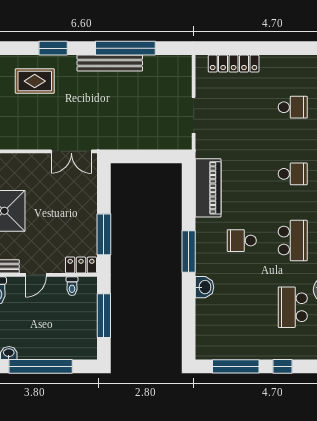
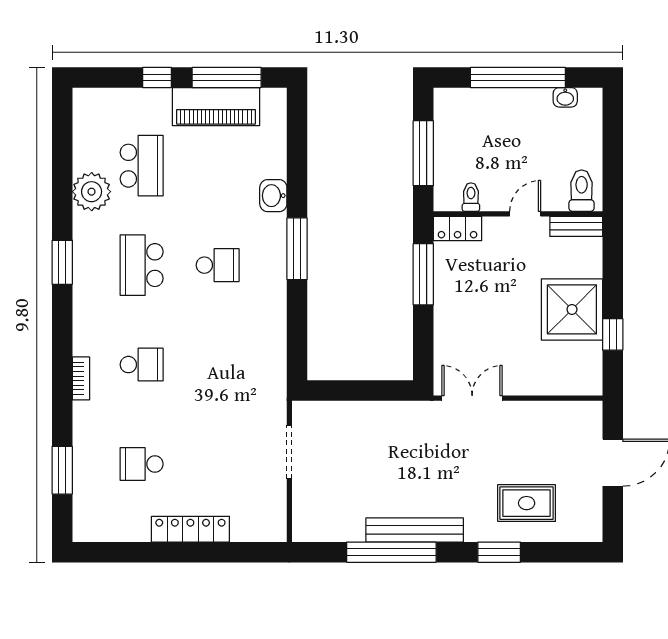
locker: (234, 64) -> (190, 529), moved
school desk: (293, 174) -> (142, 365), turned 180
piano: (208, 188) -> (216, 107), moved, turned -90

